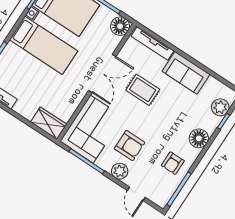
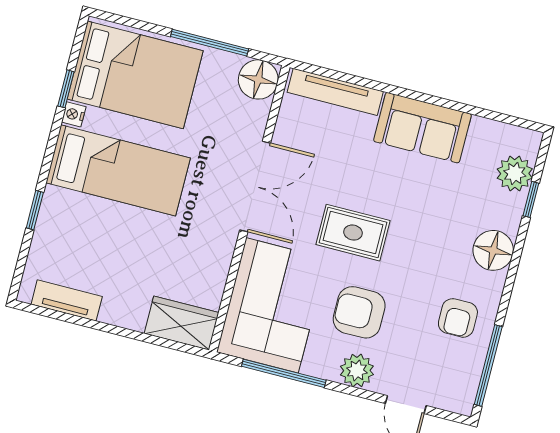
rug: (143, 90) -> (353, 233), moved
armchair: (130, 146) -> (359, 312), turned 180

